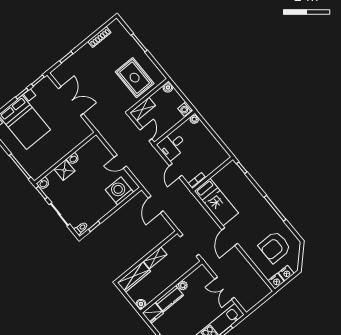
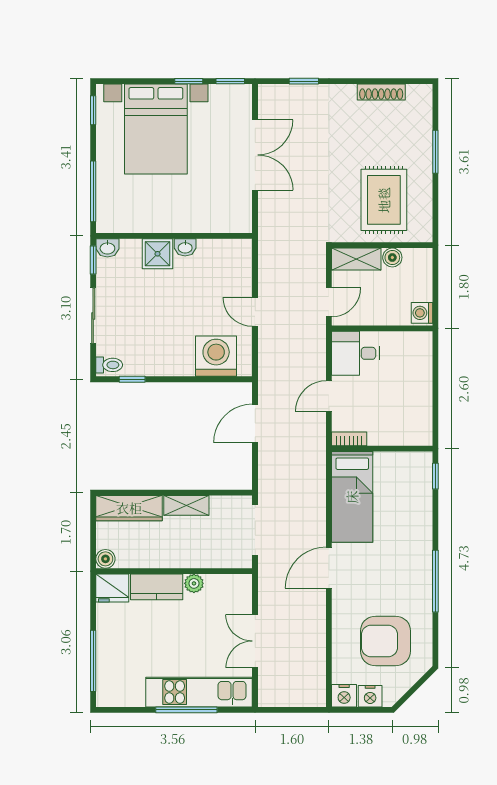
boiler: (168, 87) -> (392, 257), moved
plant: (194, 119) -> (423, 340), removed

